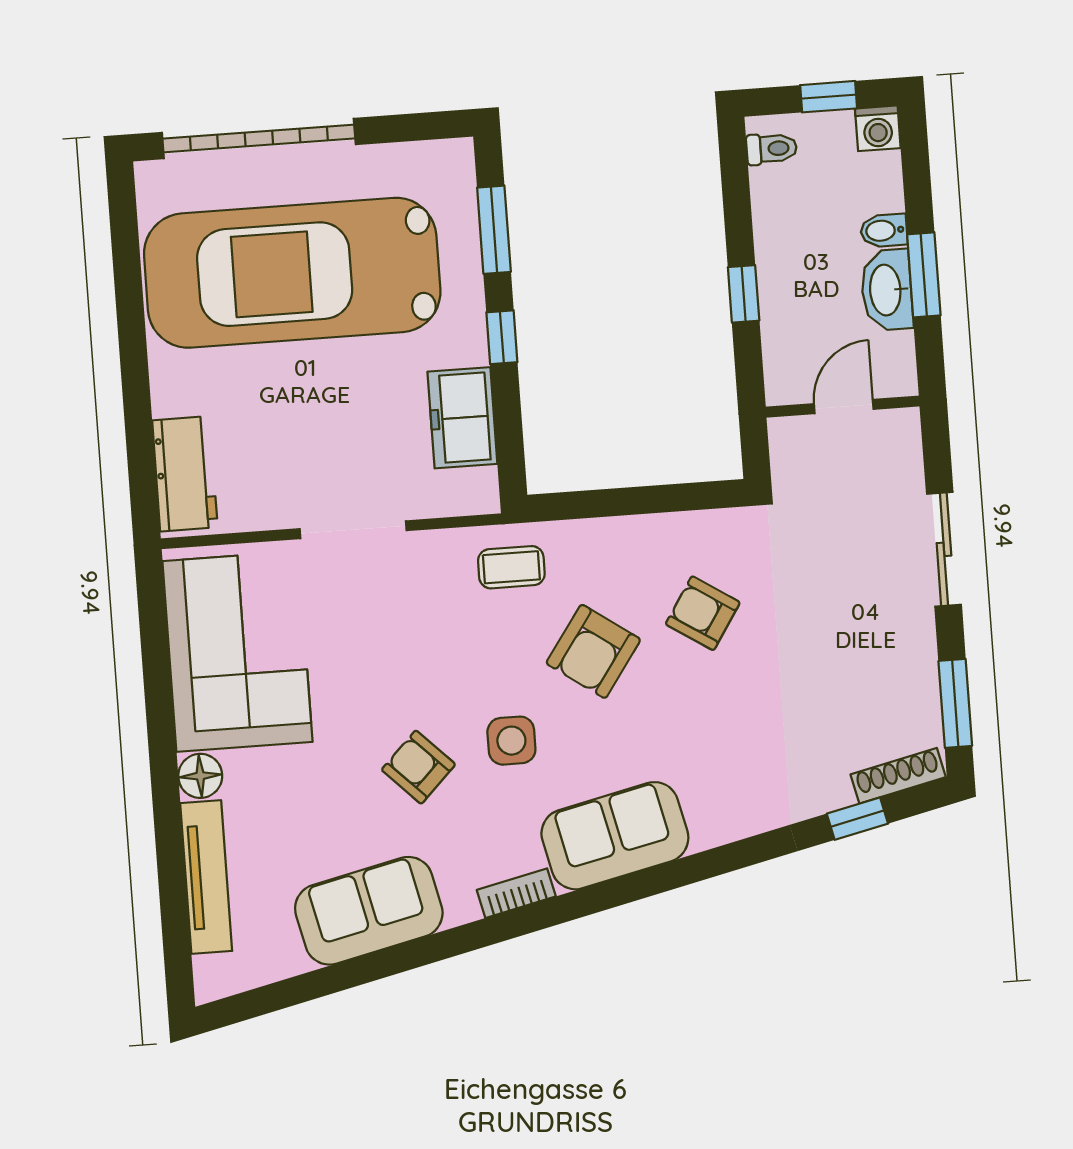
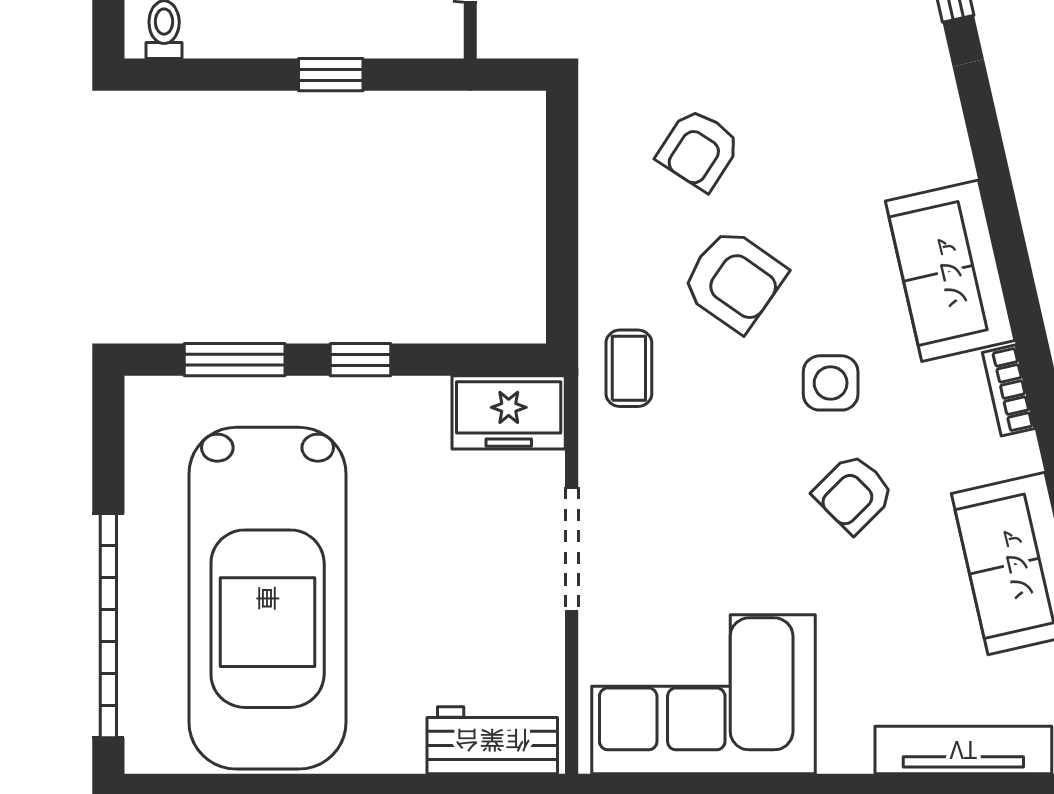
freezer: (462, 418) -> (509, 412), moved
floor lamp: (200, 776) -> (845, 748), removed

